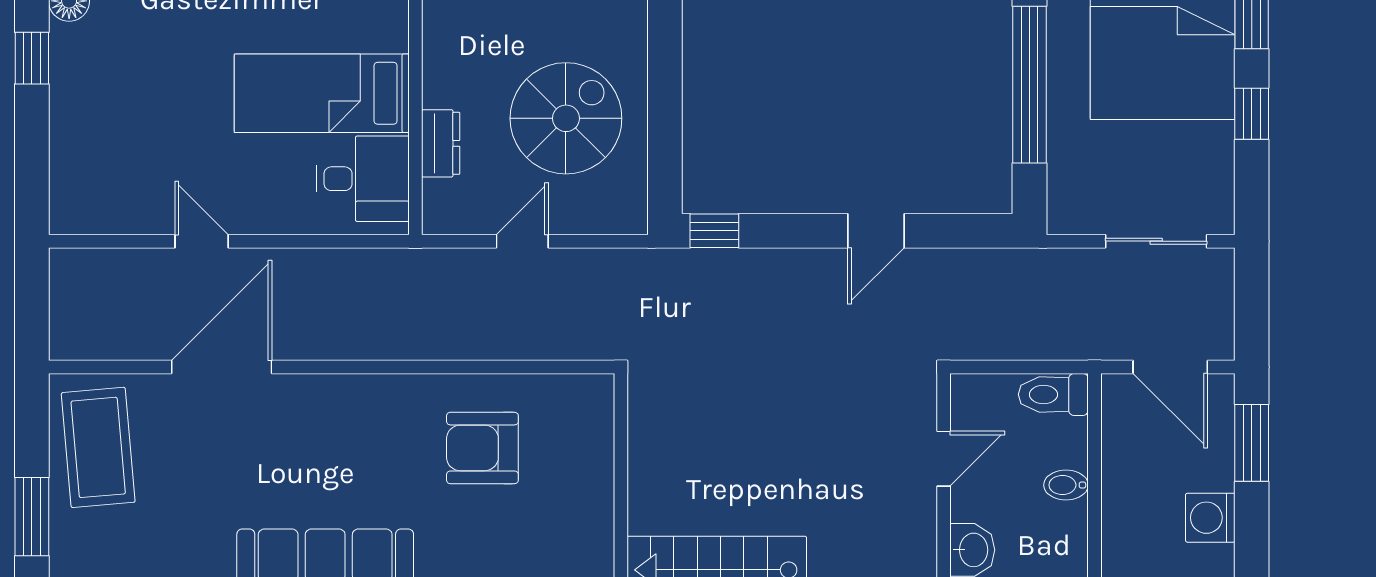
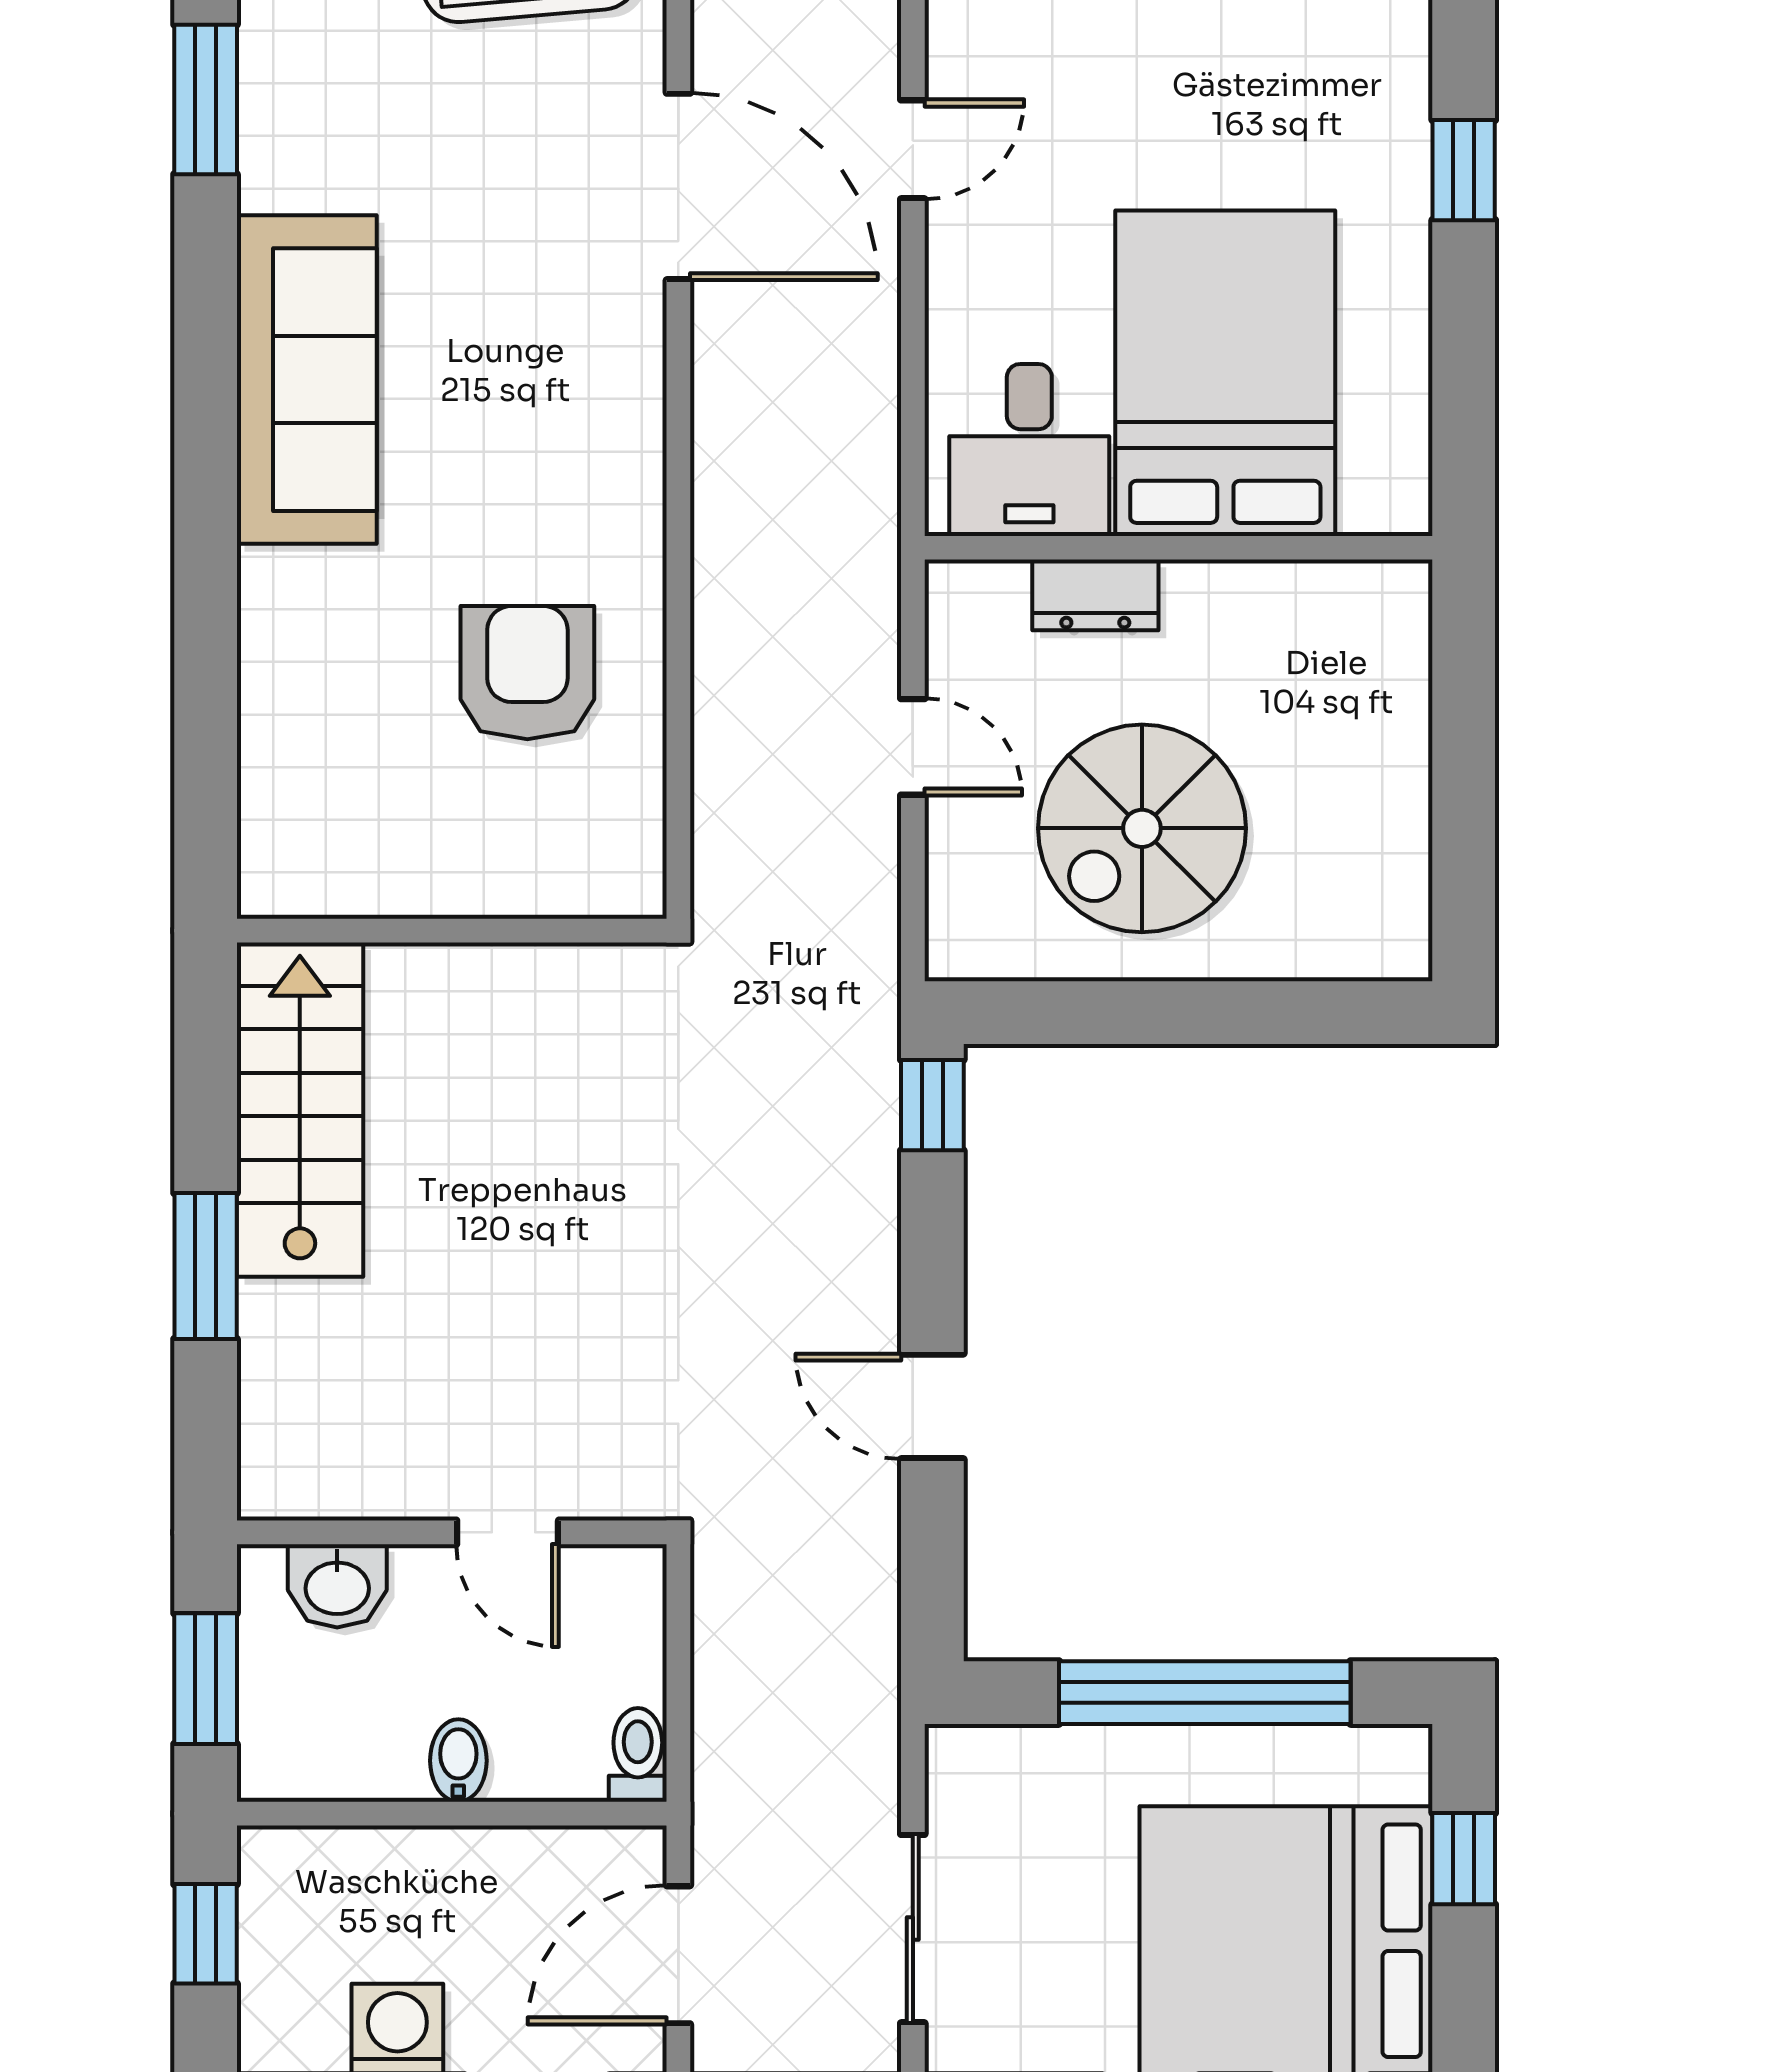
bed: (322, 93) -> (1225, 373), width x1.50
spiral stairs: (566, 118) -> (1142, 828), turned 90
toilet: (1053, 394) -> (638, 1755), width x0.73, depth x0.72

